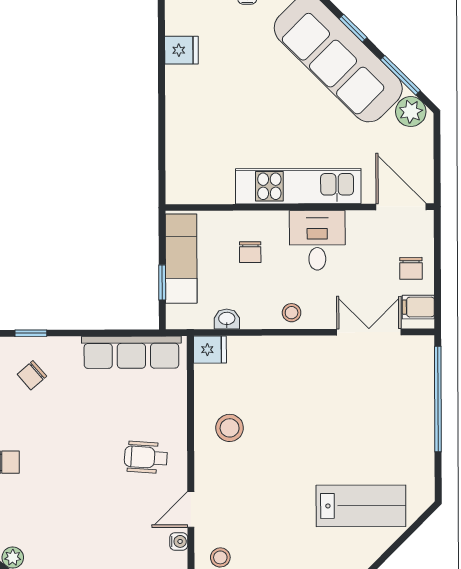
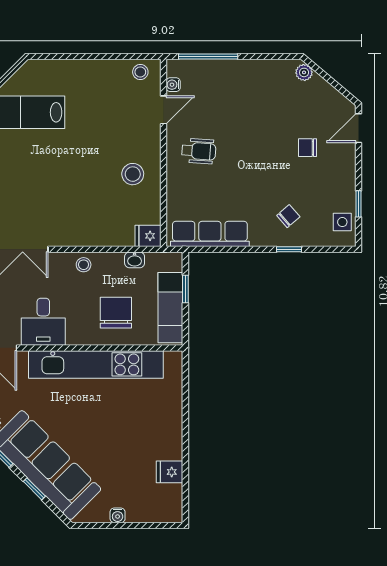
kitchen unit: (298, 186) -> (96, 364), width x1.36
desk: (317, 240) -> (43, 322), moved
chair: (250, 252) -> (116, 313), width x1.87, depth x1.87

